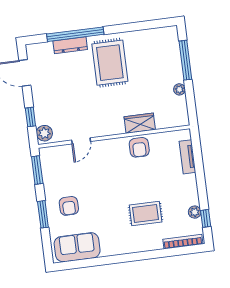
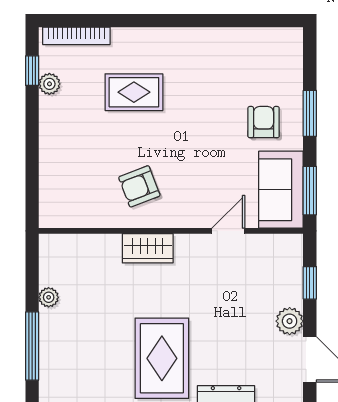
wardrobe: (140, 123) -> (148, 248), moved
plant: (44, 133) -> (290, 321), moved
armchair: (139, 147) -> (139, 186), moved, turned -111
tv unit: (187, 157) -> (50, 180), removed
sofa: (77, 247) -> (281, 190), moved, turned 90

